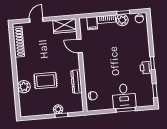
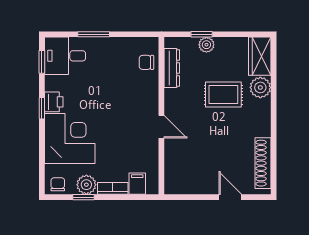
door: (36, 20) -> (230, 197), swing flipped
wardrobe: (65, 26) -> (260, 56), moved, turned -90
door: (80, 46) -> (161, 127), moved
corner desk: (134, 47) -> (70, 138), added
dresser: (76, 82) -> (172, 68), moved
desk: (124, 96) -> (65, 56), moved, turned -90

